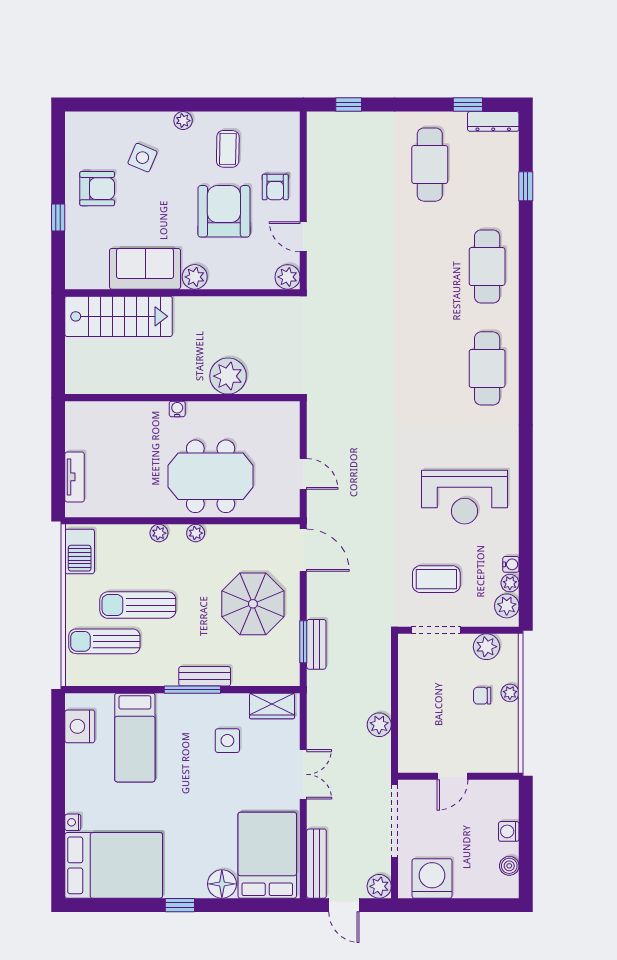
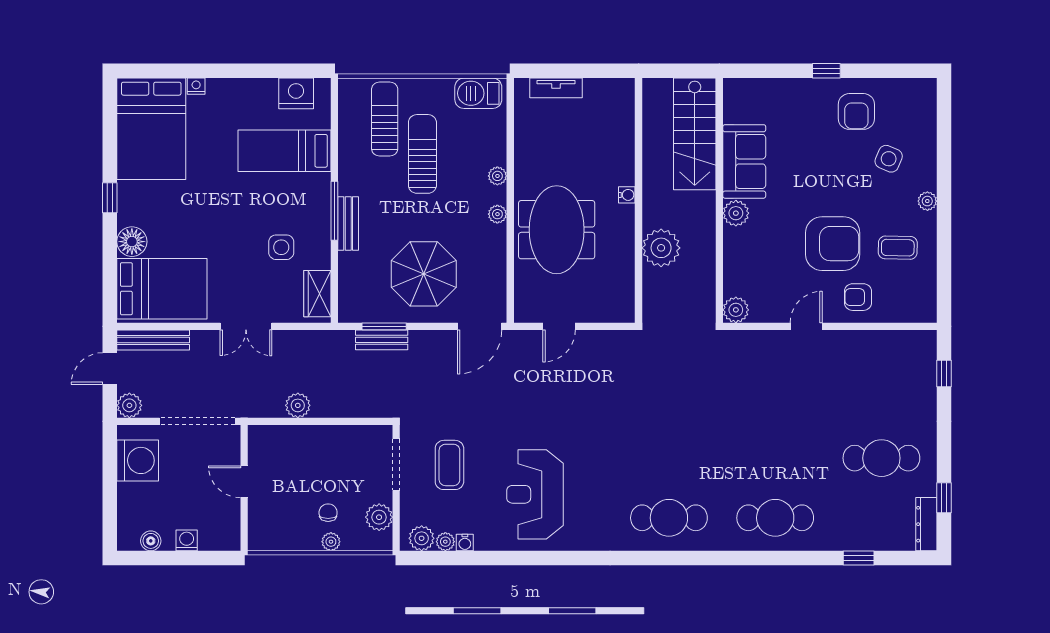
sofa: (145, 269) -> (744, 161), moved
plant: (195, 277) -> (736, 213), moved
plant: (288, 277) -> (736, 310), moved
wall: (182, 293) -> (719, 200), moved
stairs: (119, 316) -> (695, 134), moved

